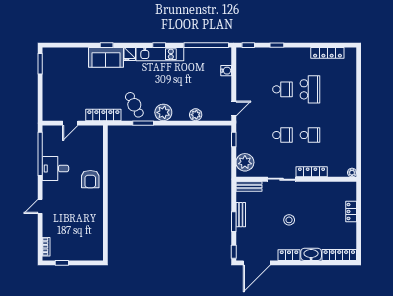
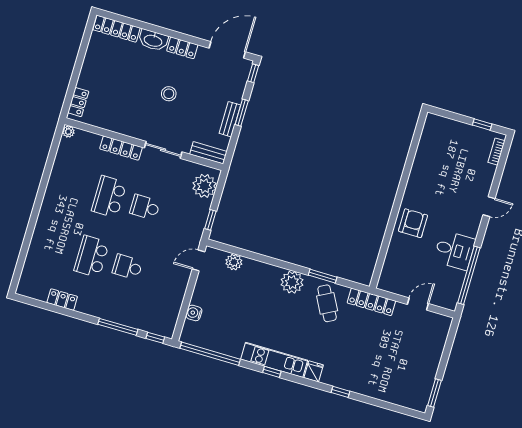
window: (277, 45) -> (118, 327), width x2.17
locker: (327, 53) -> (62, 300), width x0.66
sofa: (106, 57) -> (346, 376), removed
plant: (196, 115) -> (234, 262), moved
school desk: (310, 135) -> (109, 197), width x1.85
locker: (351, 211) -> (78, 102), moved

